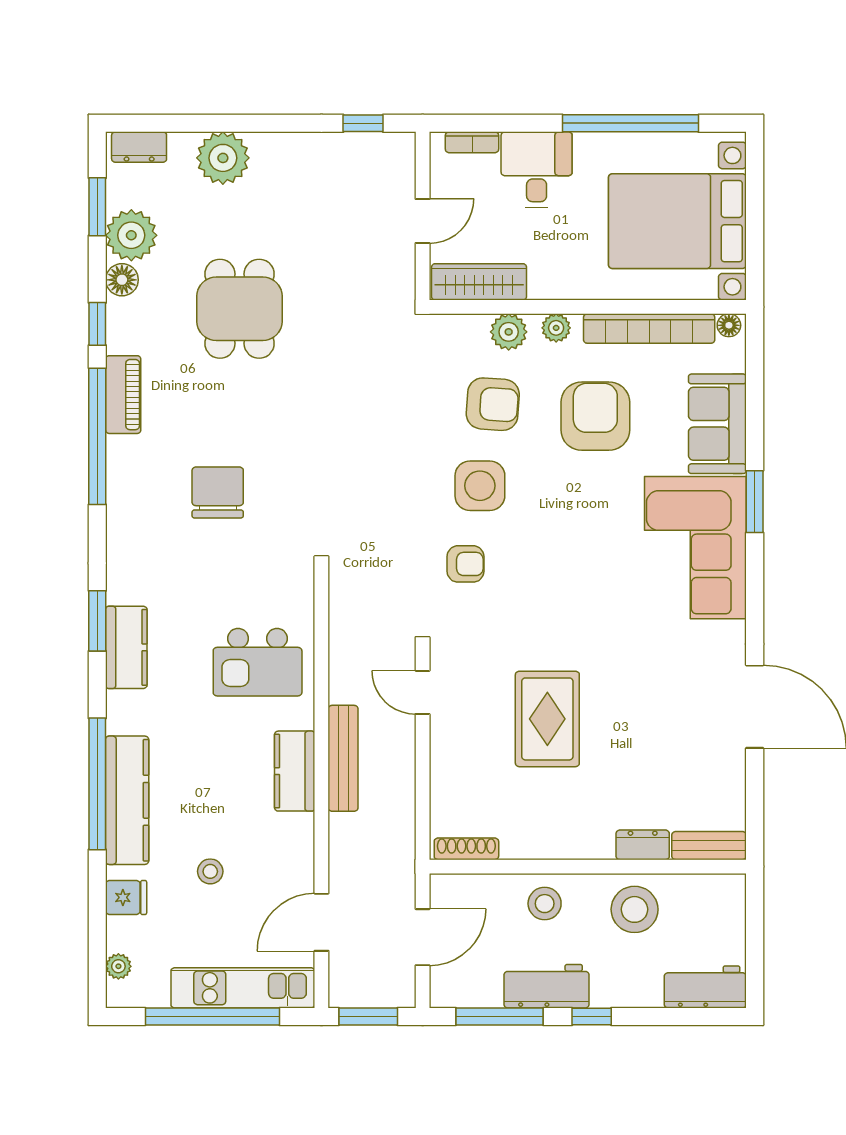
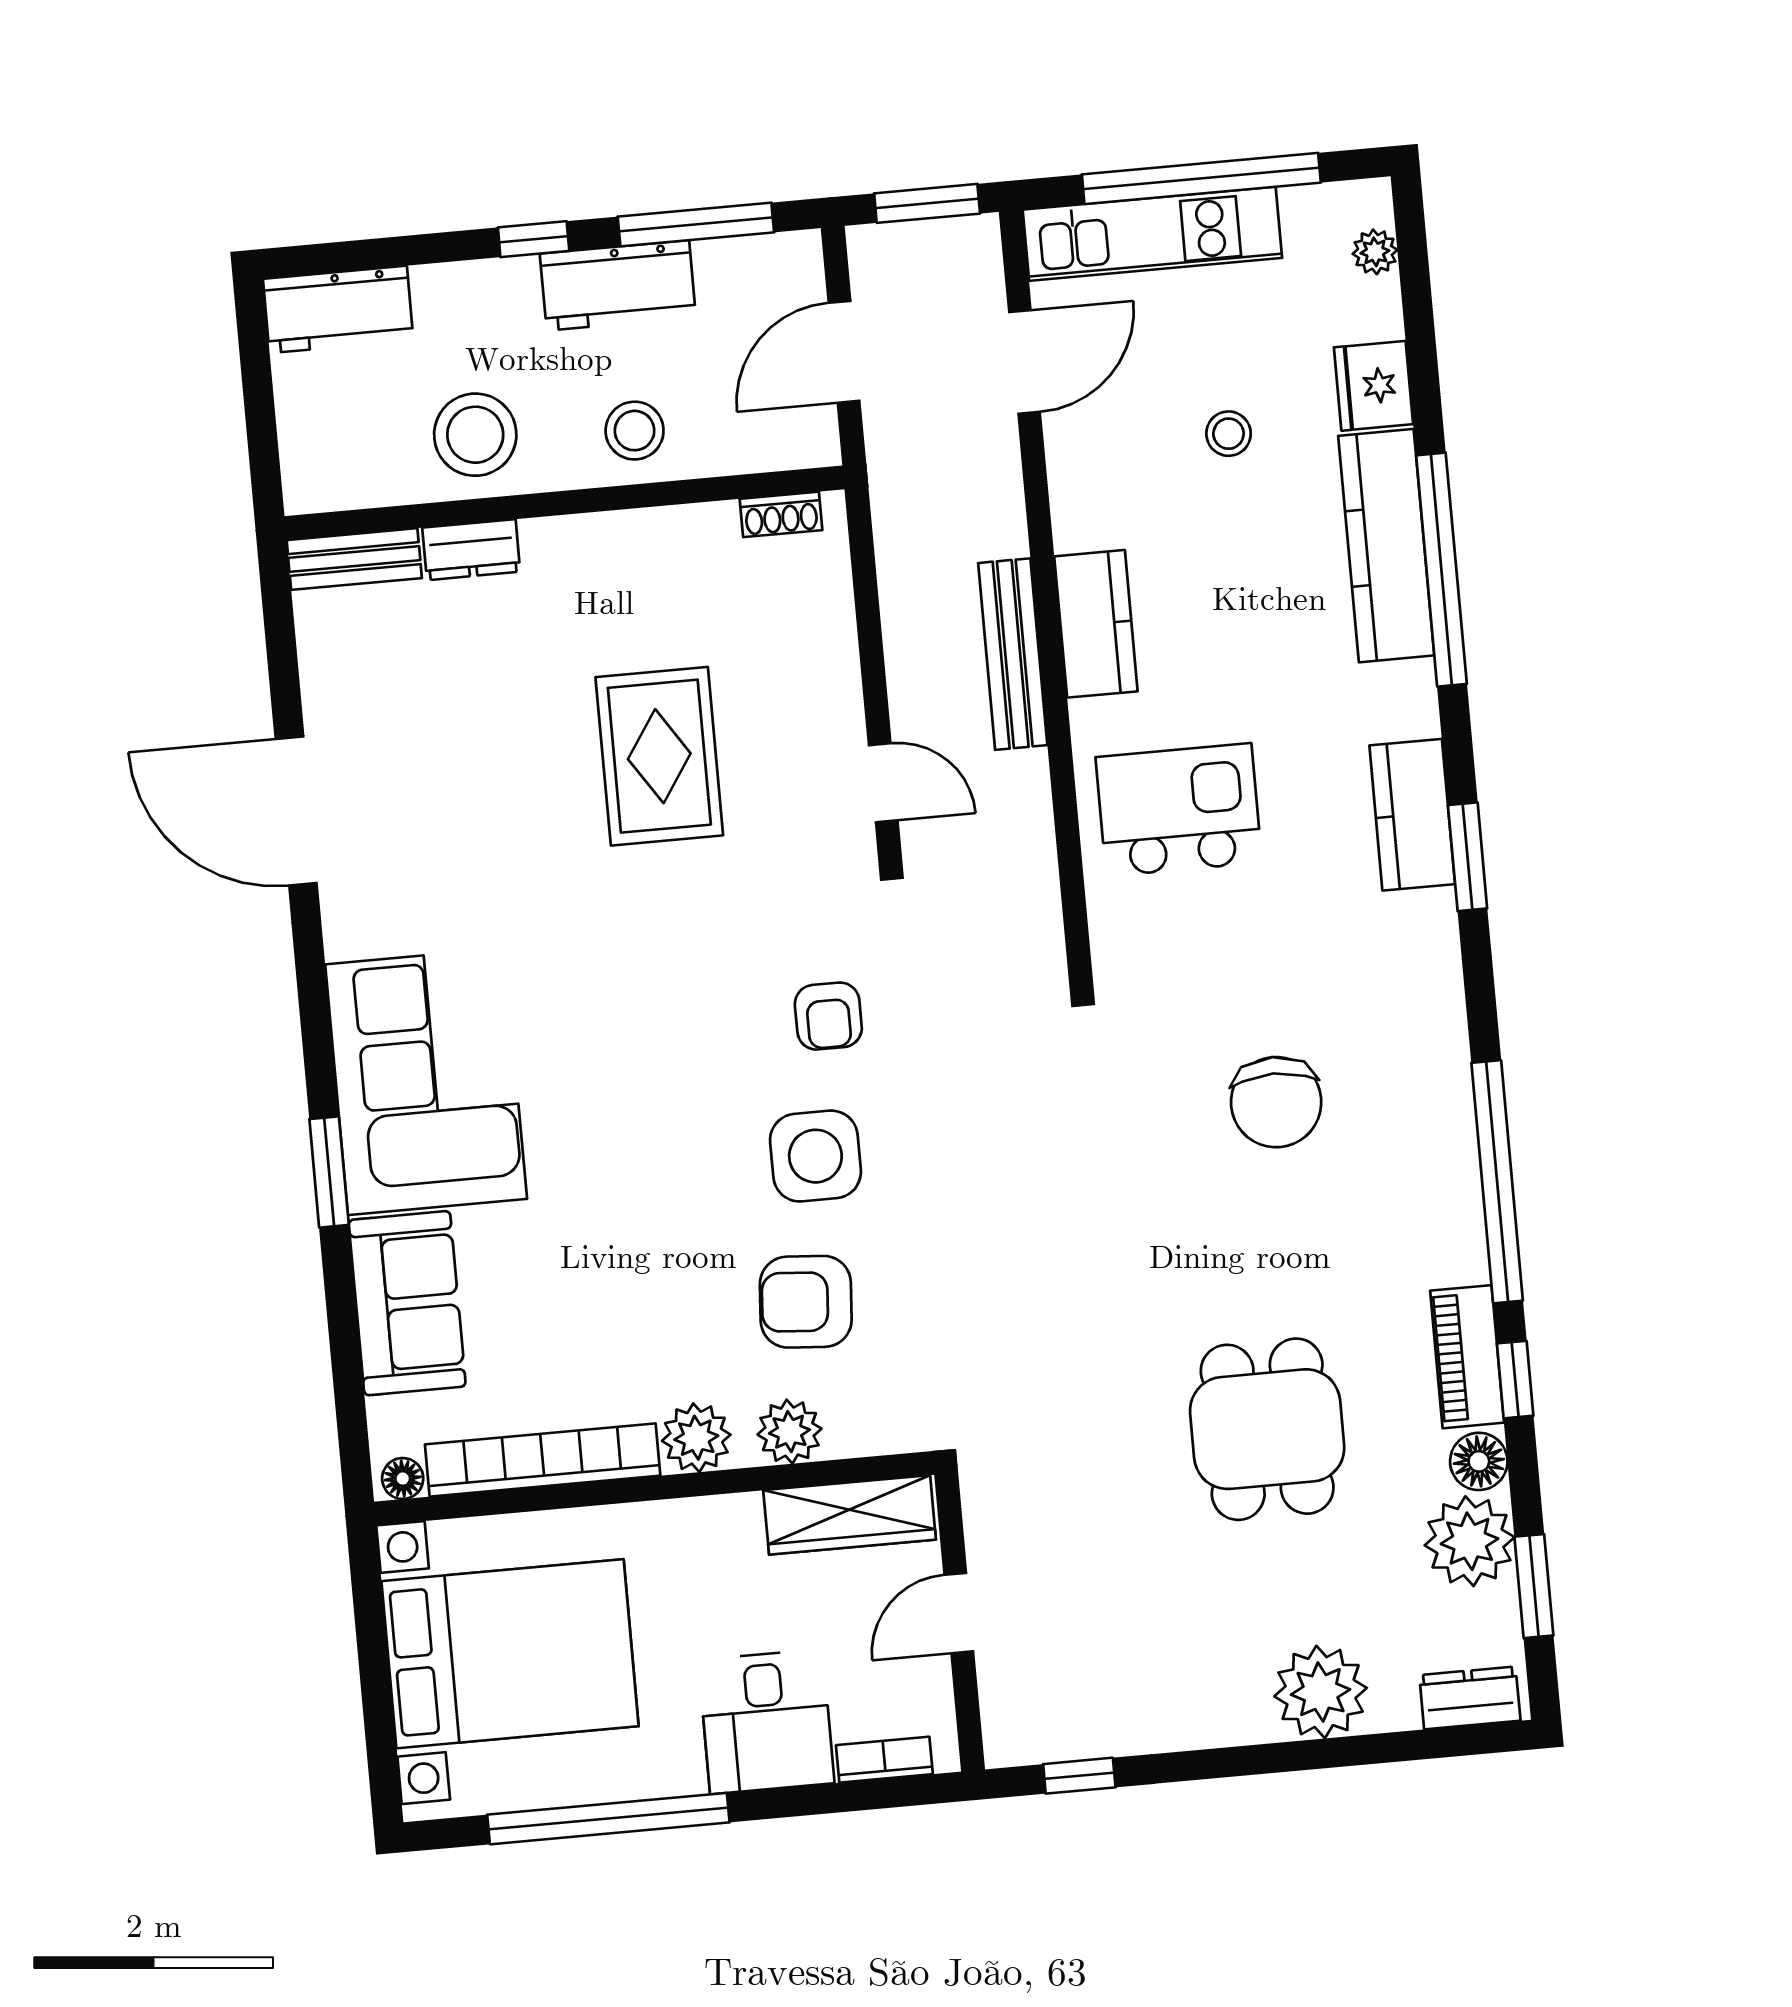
plant: (556, 328) -> (696, 1438), width x1.38, depth x1.38
piano: (123, 395) -> (1467, 1357), moved
armchair: (595, 416) -> (623, 1297), removed
armchair: (465, 564) -> (828, 1016), turned -90
shoe rack: (466, 849) -> (781, 514), width x0.70
fridge: (126, 897) -> (1374, 386), width x1.38

